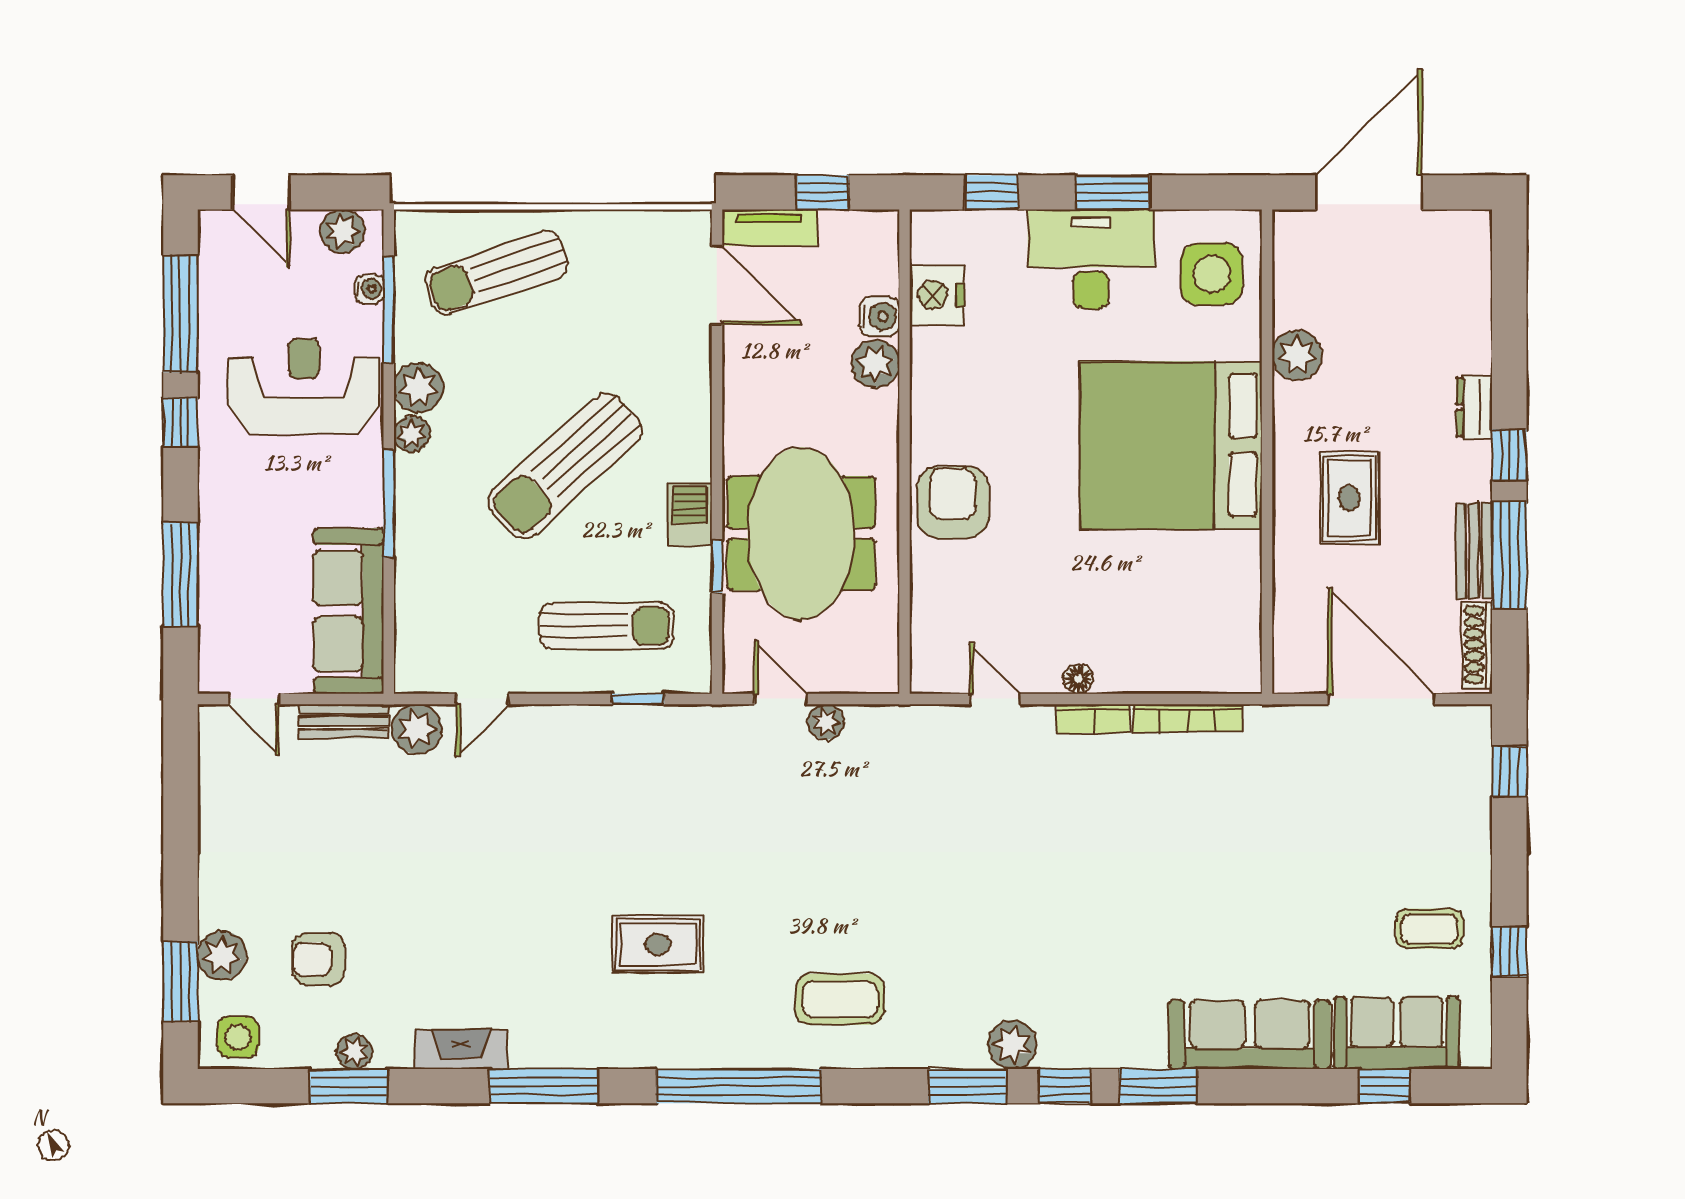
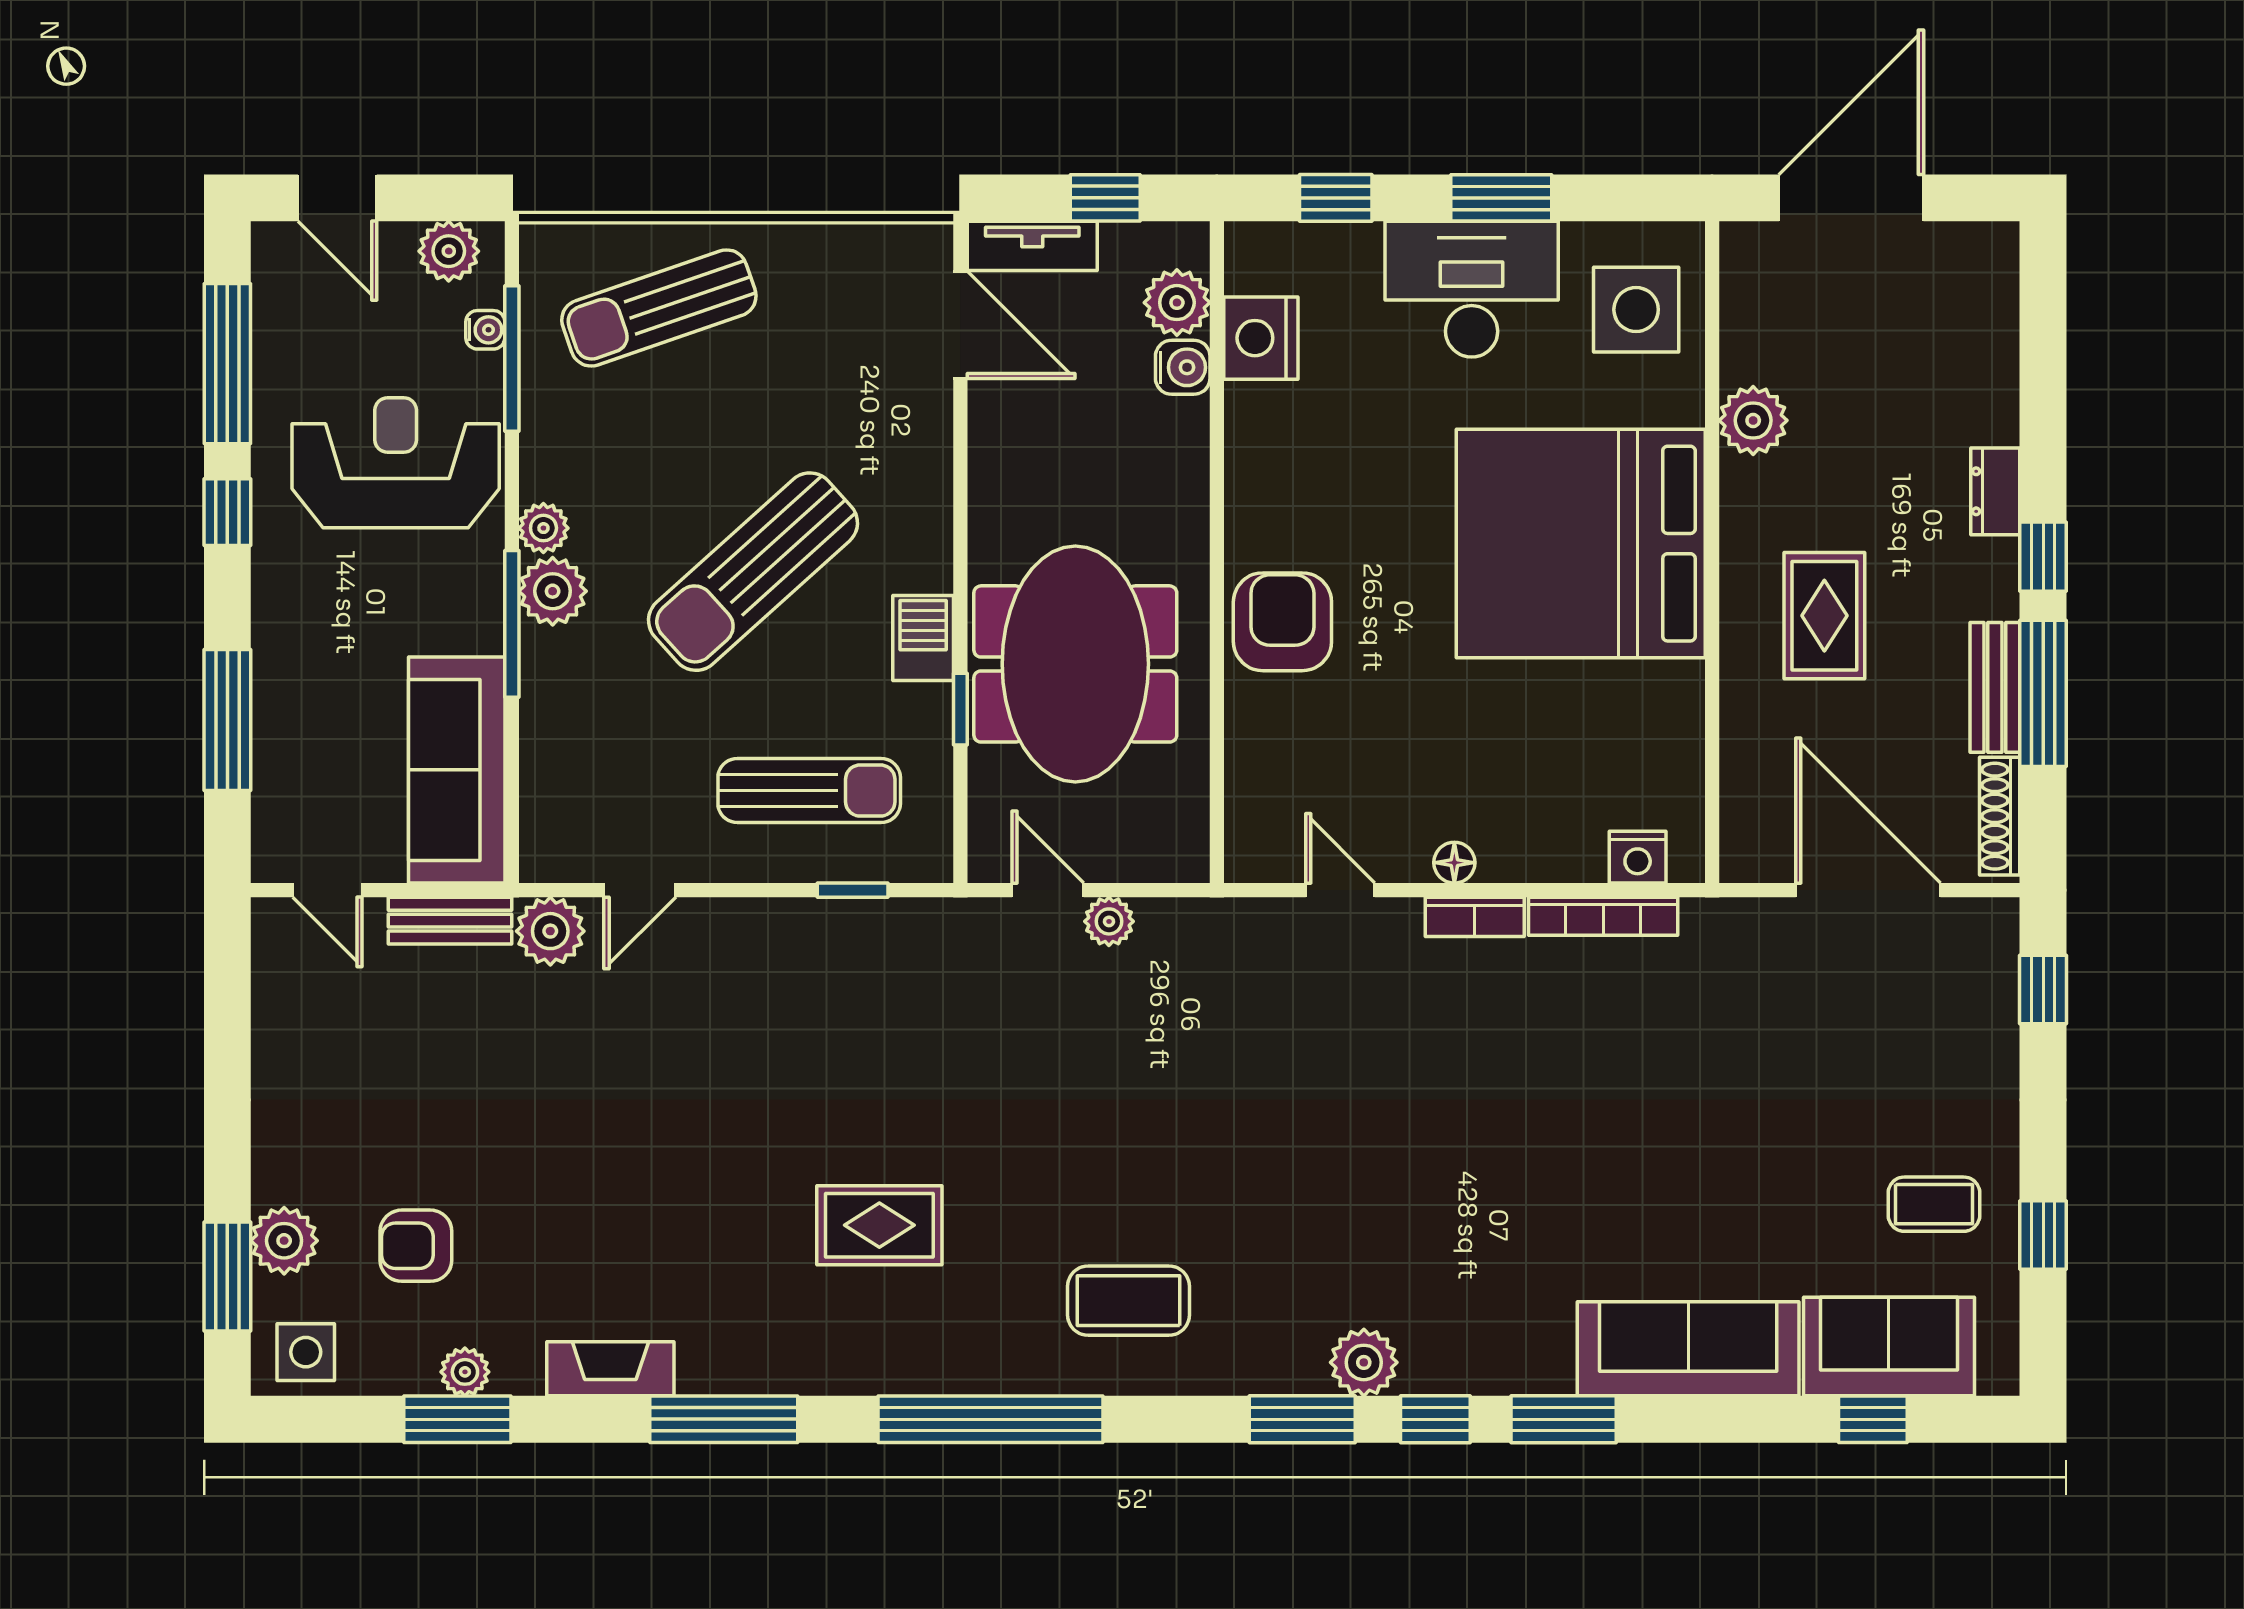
plant: (875, 364) -> (1177, 303), moved
plant: (418, 388) -> (553, 591), moved
nightstand: (1213, 675) -> (1638, 857), added

